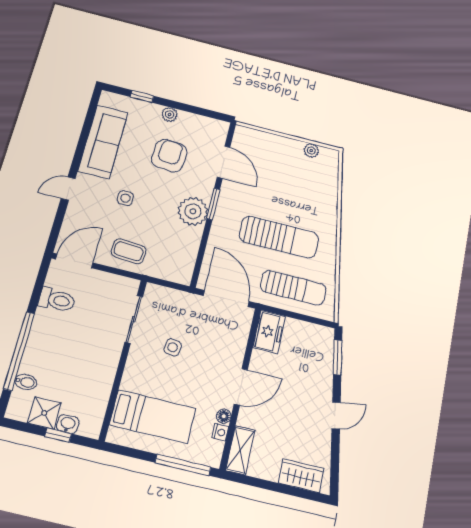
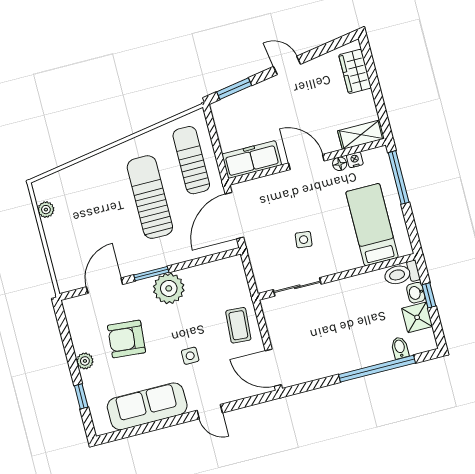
toilet: (57, 300) -> (402, 274), moved, turned -90
freezer: (269, 332) -> (252, 160), width x1.40

